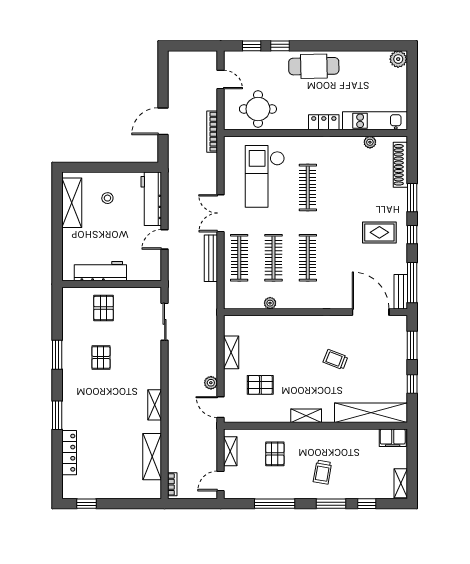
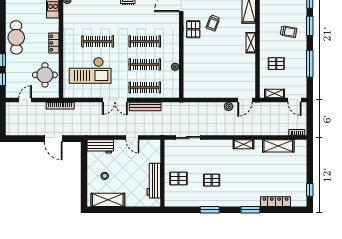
locker: (324, 122) -> (54, 43), moved
workbench: (151, 199) -> (100, 146), width x0.73
shelving: (231, 352) -> (208, 93), removed
pallet: (260, 385) -> (193, 29), moved

